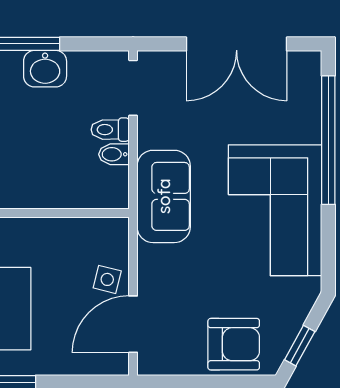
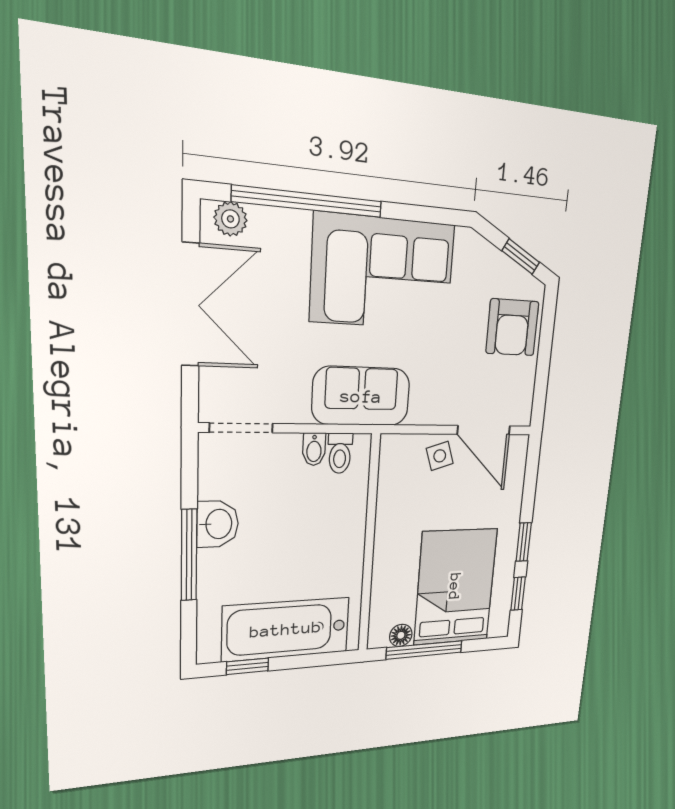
plant: (308, 75) -> (231, 219), added
toilet: (110, 130) -> (340, 453), moved
side table: (107, 279) -> (440, 456), turned -32
armchair: (234, 344) -> (512, 327), turned 180

